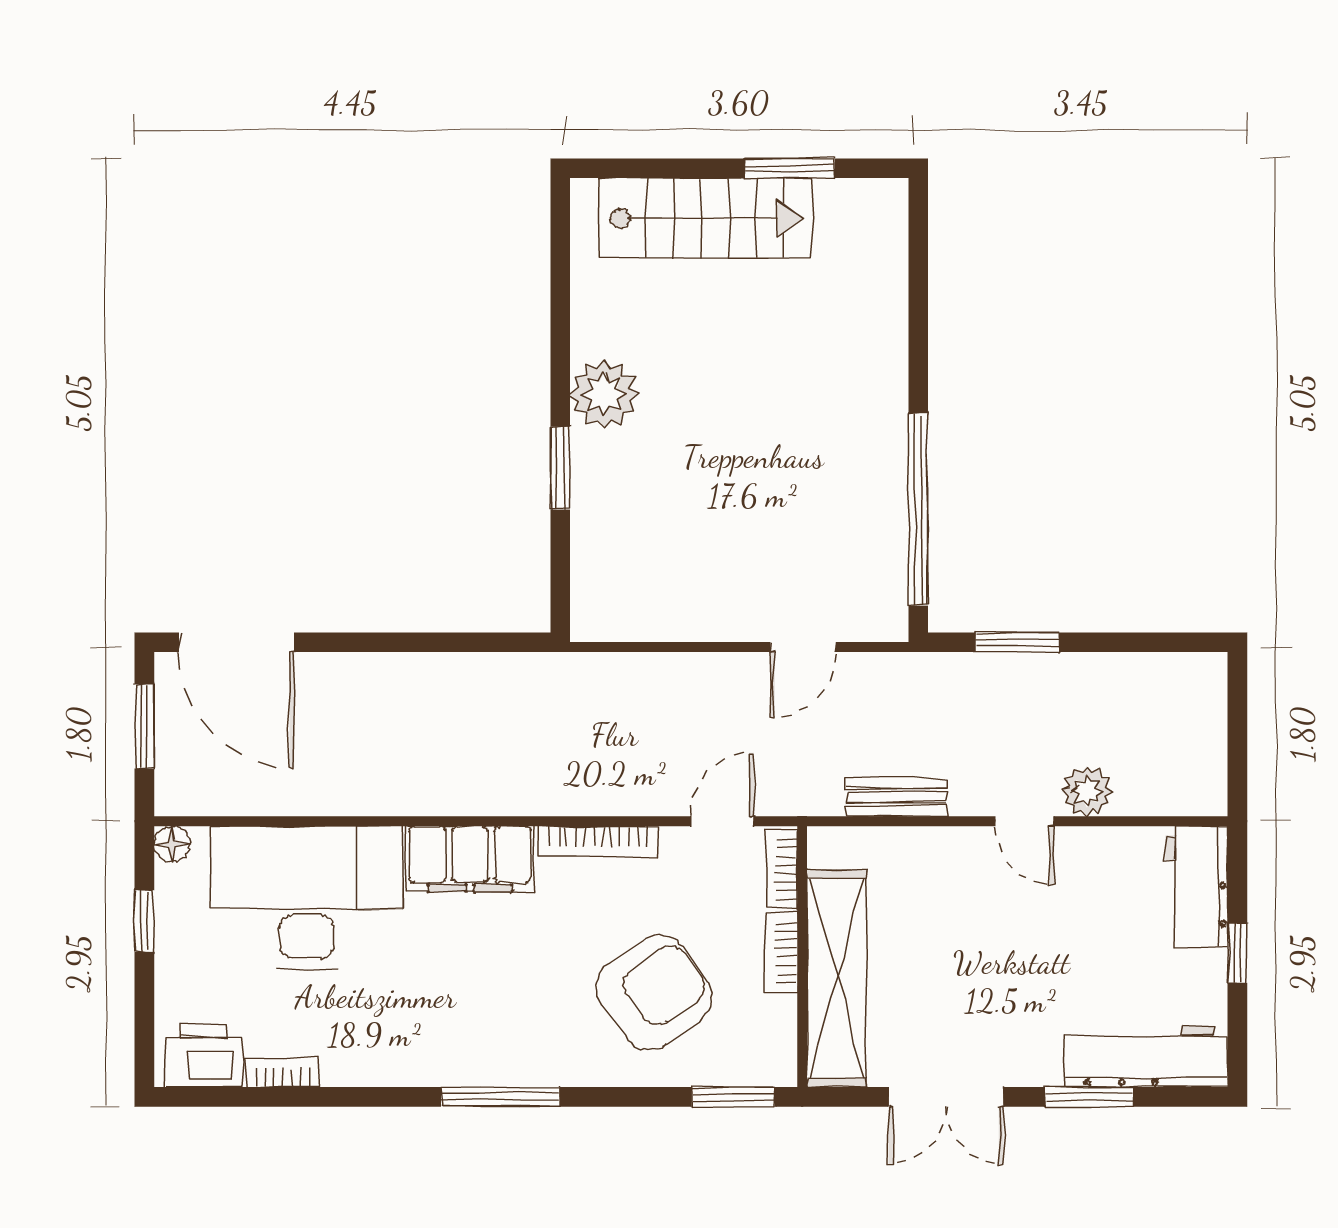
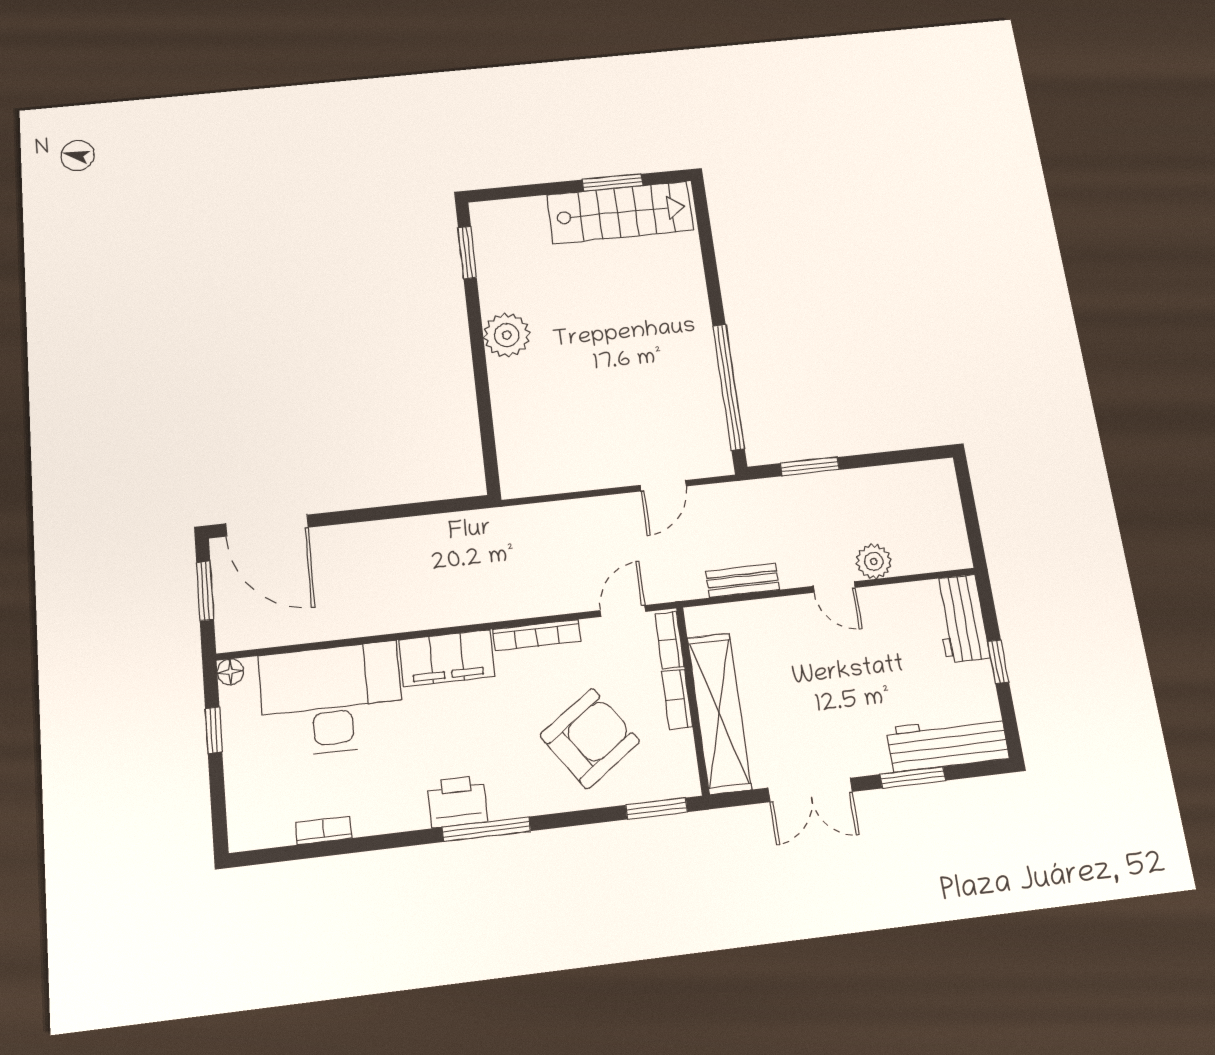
stairs: (705, 218) -> (620, 212), moved
window: (560, 468) -> (467, 253), moved
printer: (204, 1056) -> (458, 801), moved

